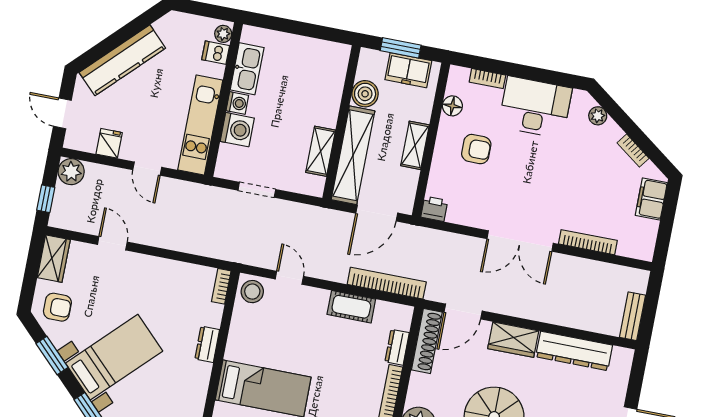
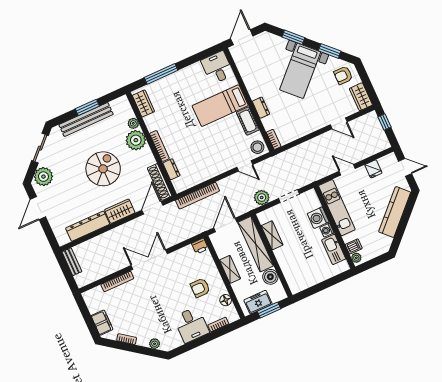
desk: (535, 107) -> (191, 325), width x0.73
plant: (71, 172) -> (262, 198), moved
cot: (351, 307) -> (248, 121), moved, turned 90

